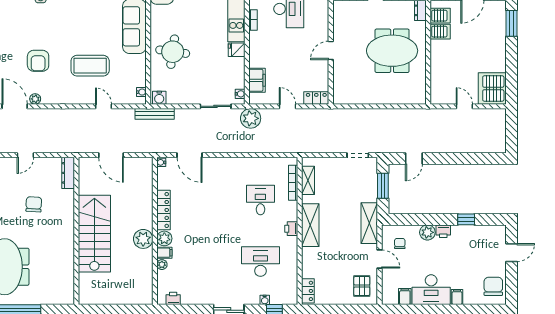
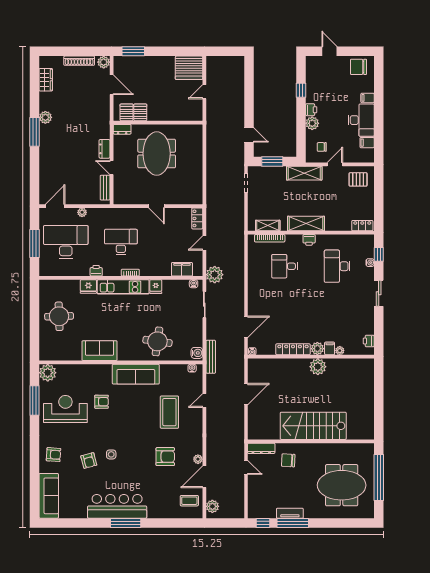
dresser: (68, 173) -> (261, 448), moved
wall: (76, 231) -> (311, 441), moved
stairs: (94, 234) -> (313, 426), moved

